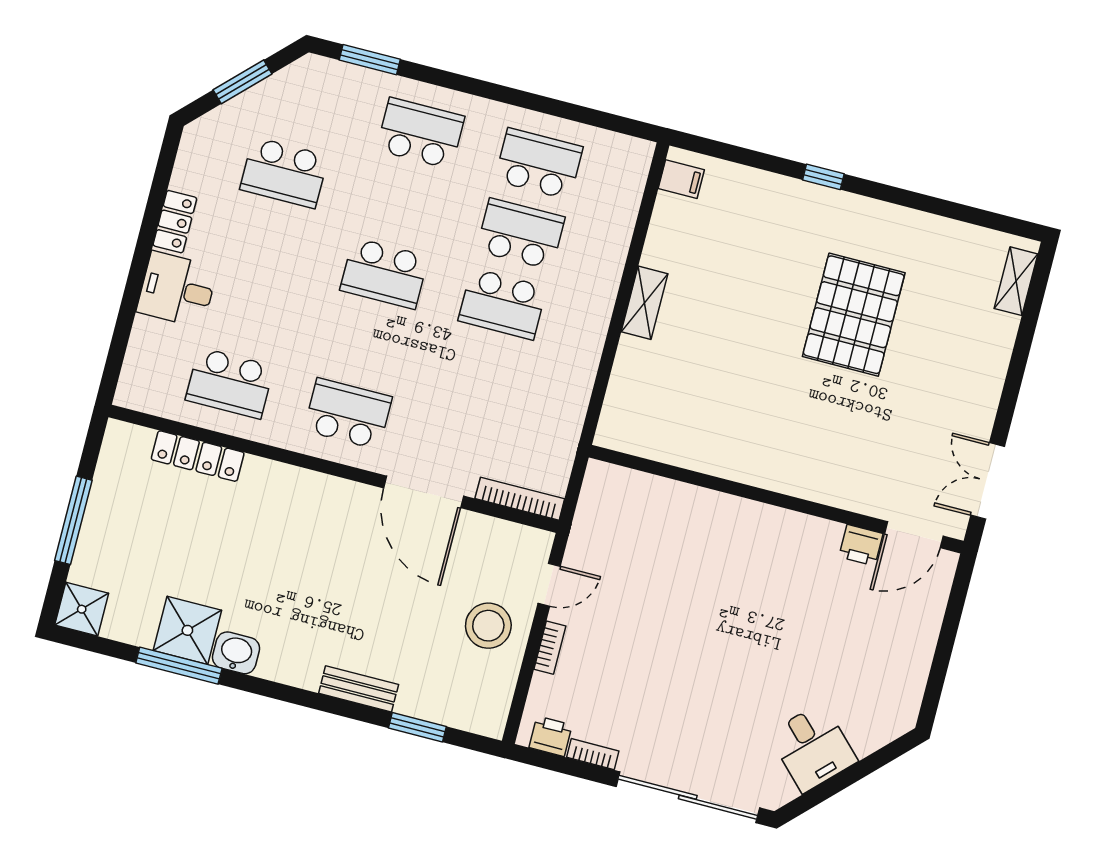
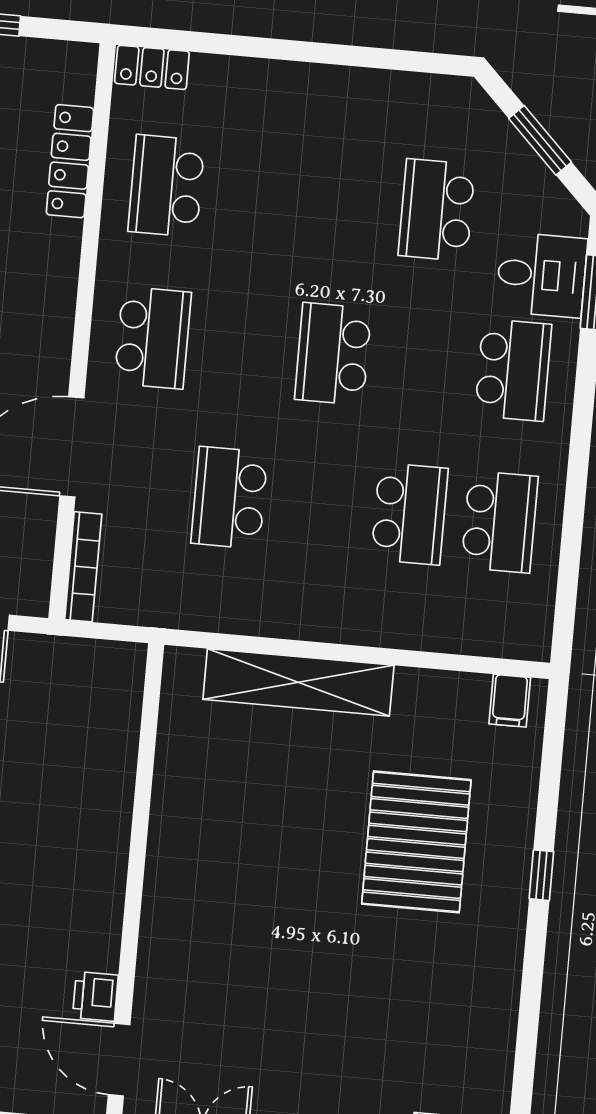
locker: (175, 222) -> (152, 67), moved
desk: (177, 289) -> (541, 275), moved, turned 90
shelving: (645, 303) -> (298, 682), width x2.20, depth x1.33
school desk: (502, 304) -> (229, 498), moved
pallet: (854, 315) -> (416, 842), moved, turned 90

